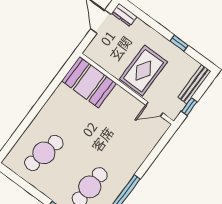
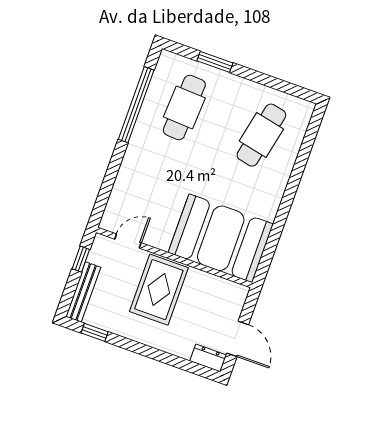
window: (179, 43) -> (95, 332), moved
booth: (89, 82) -> (221, 238), width x1.36, depth x1.42

